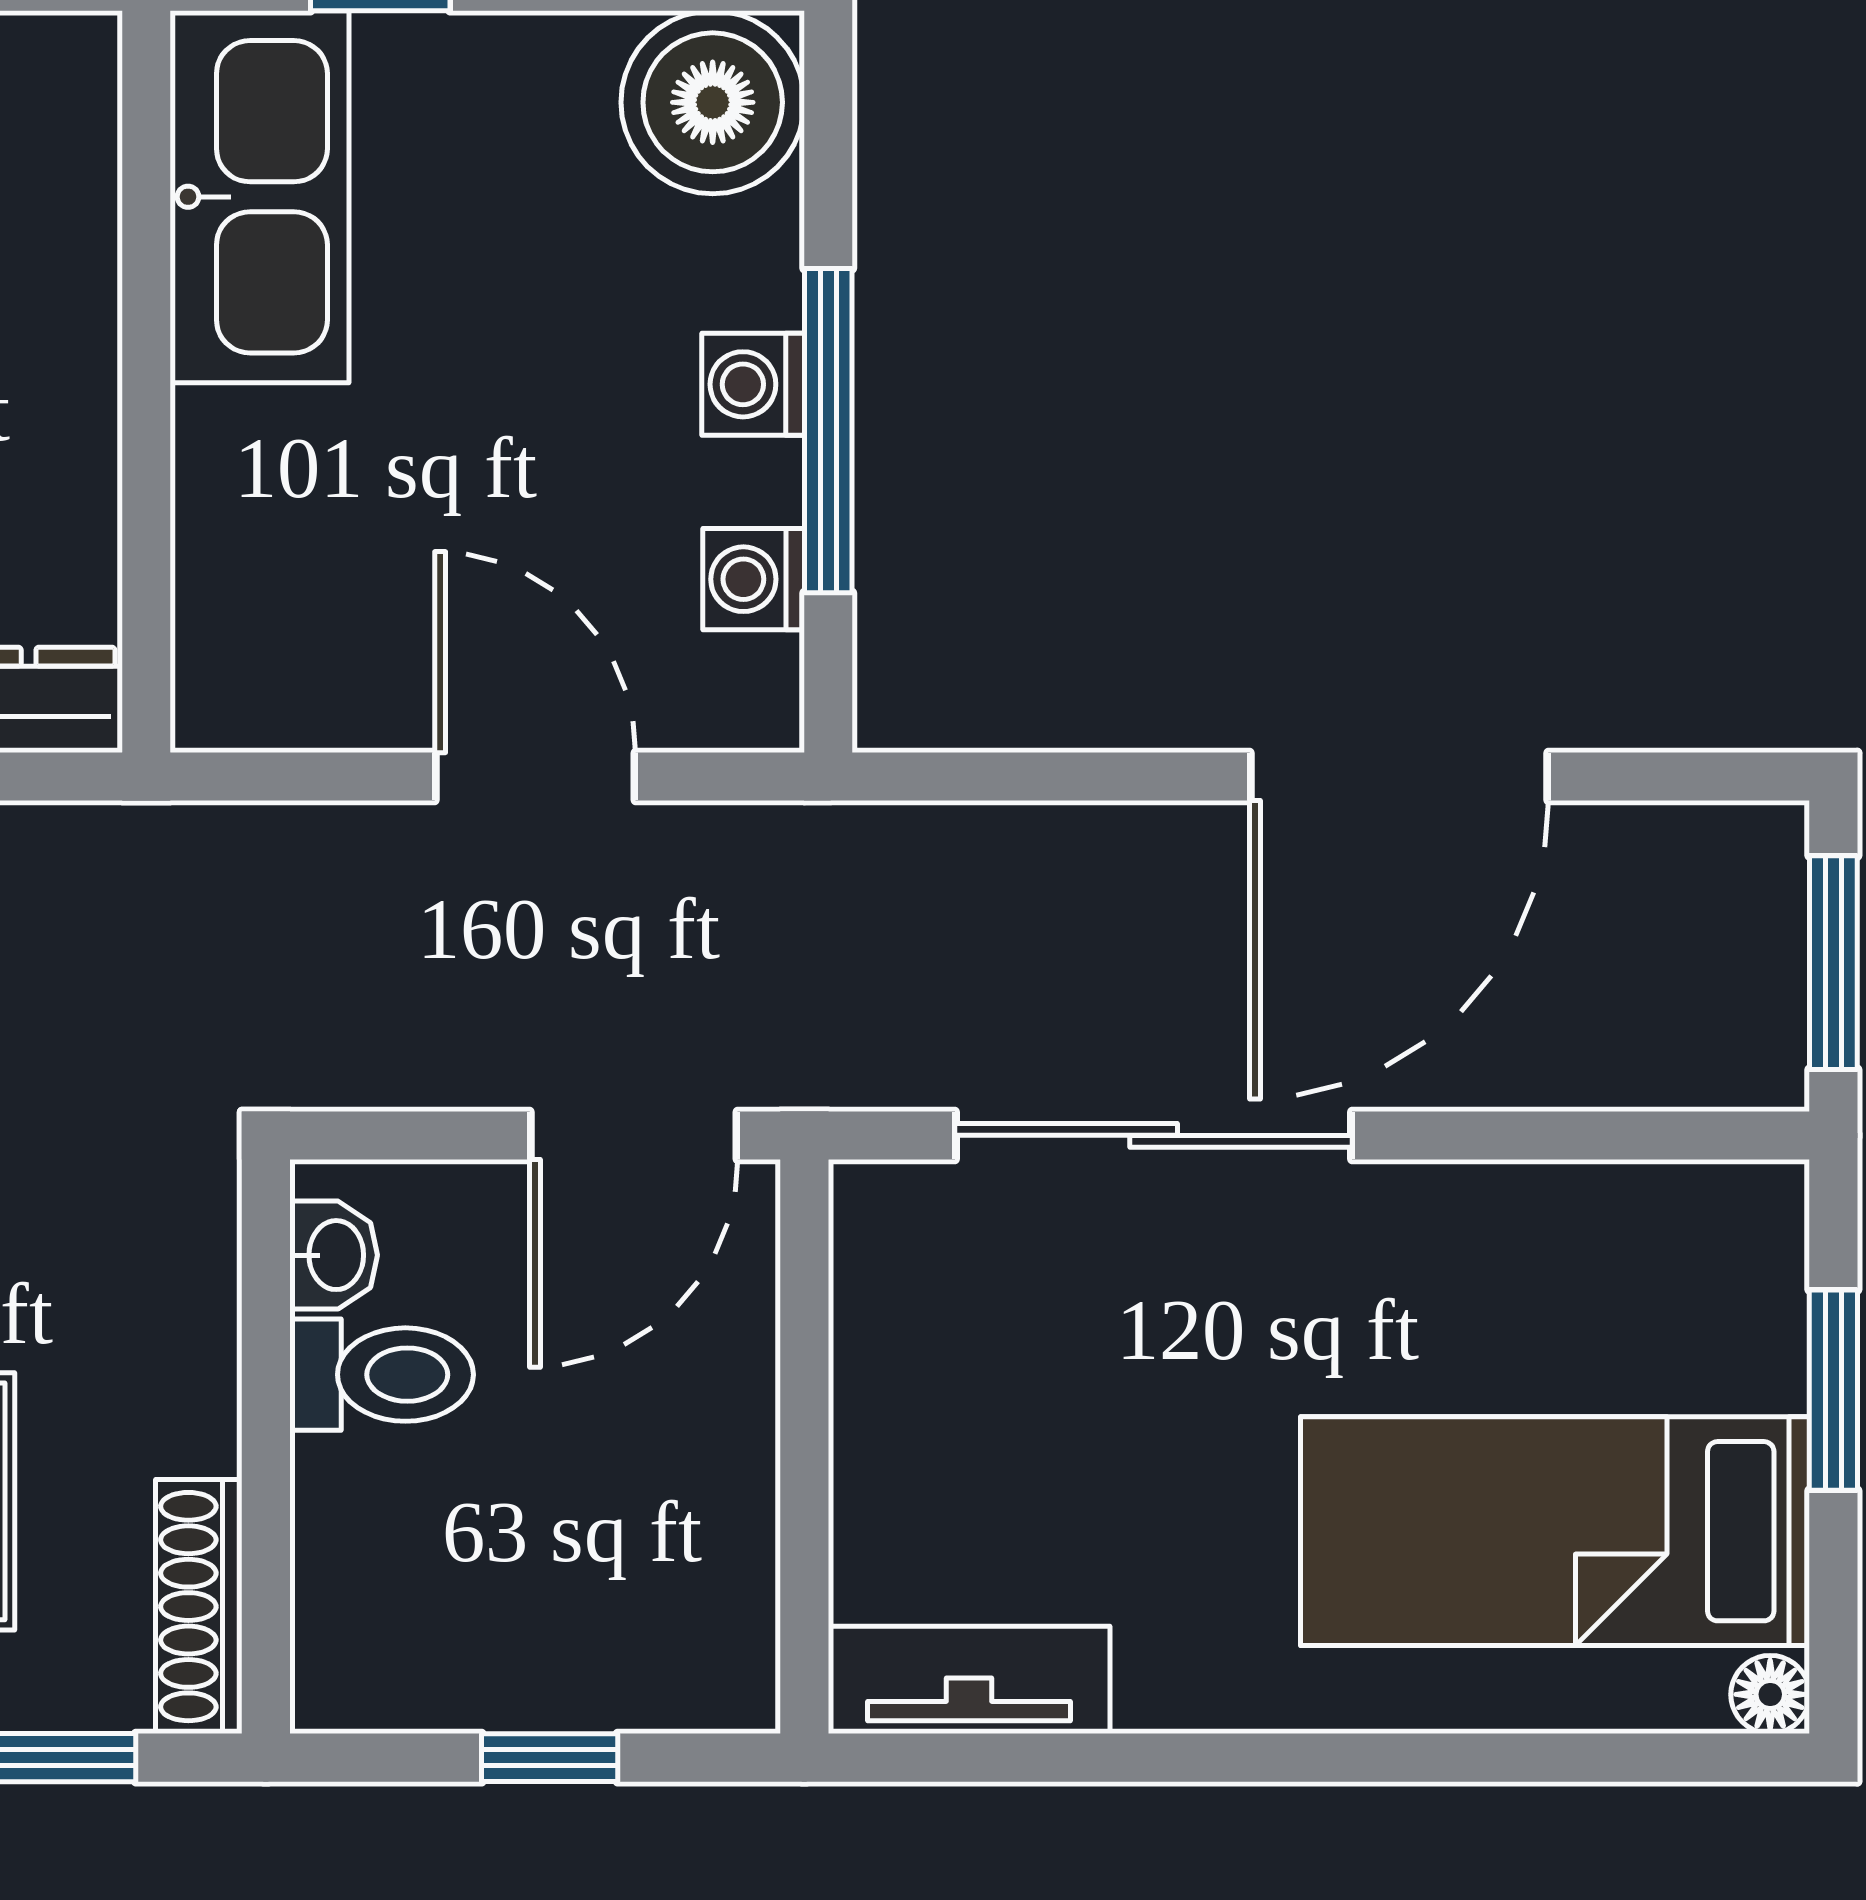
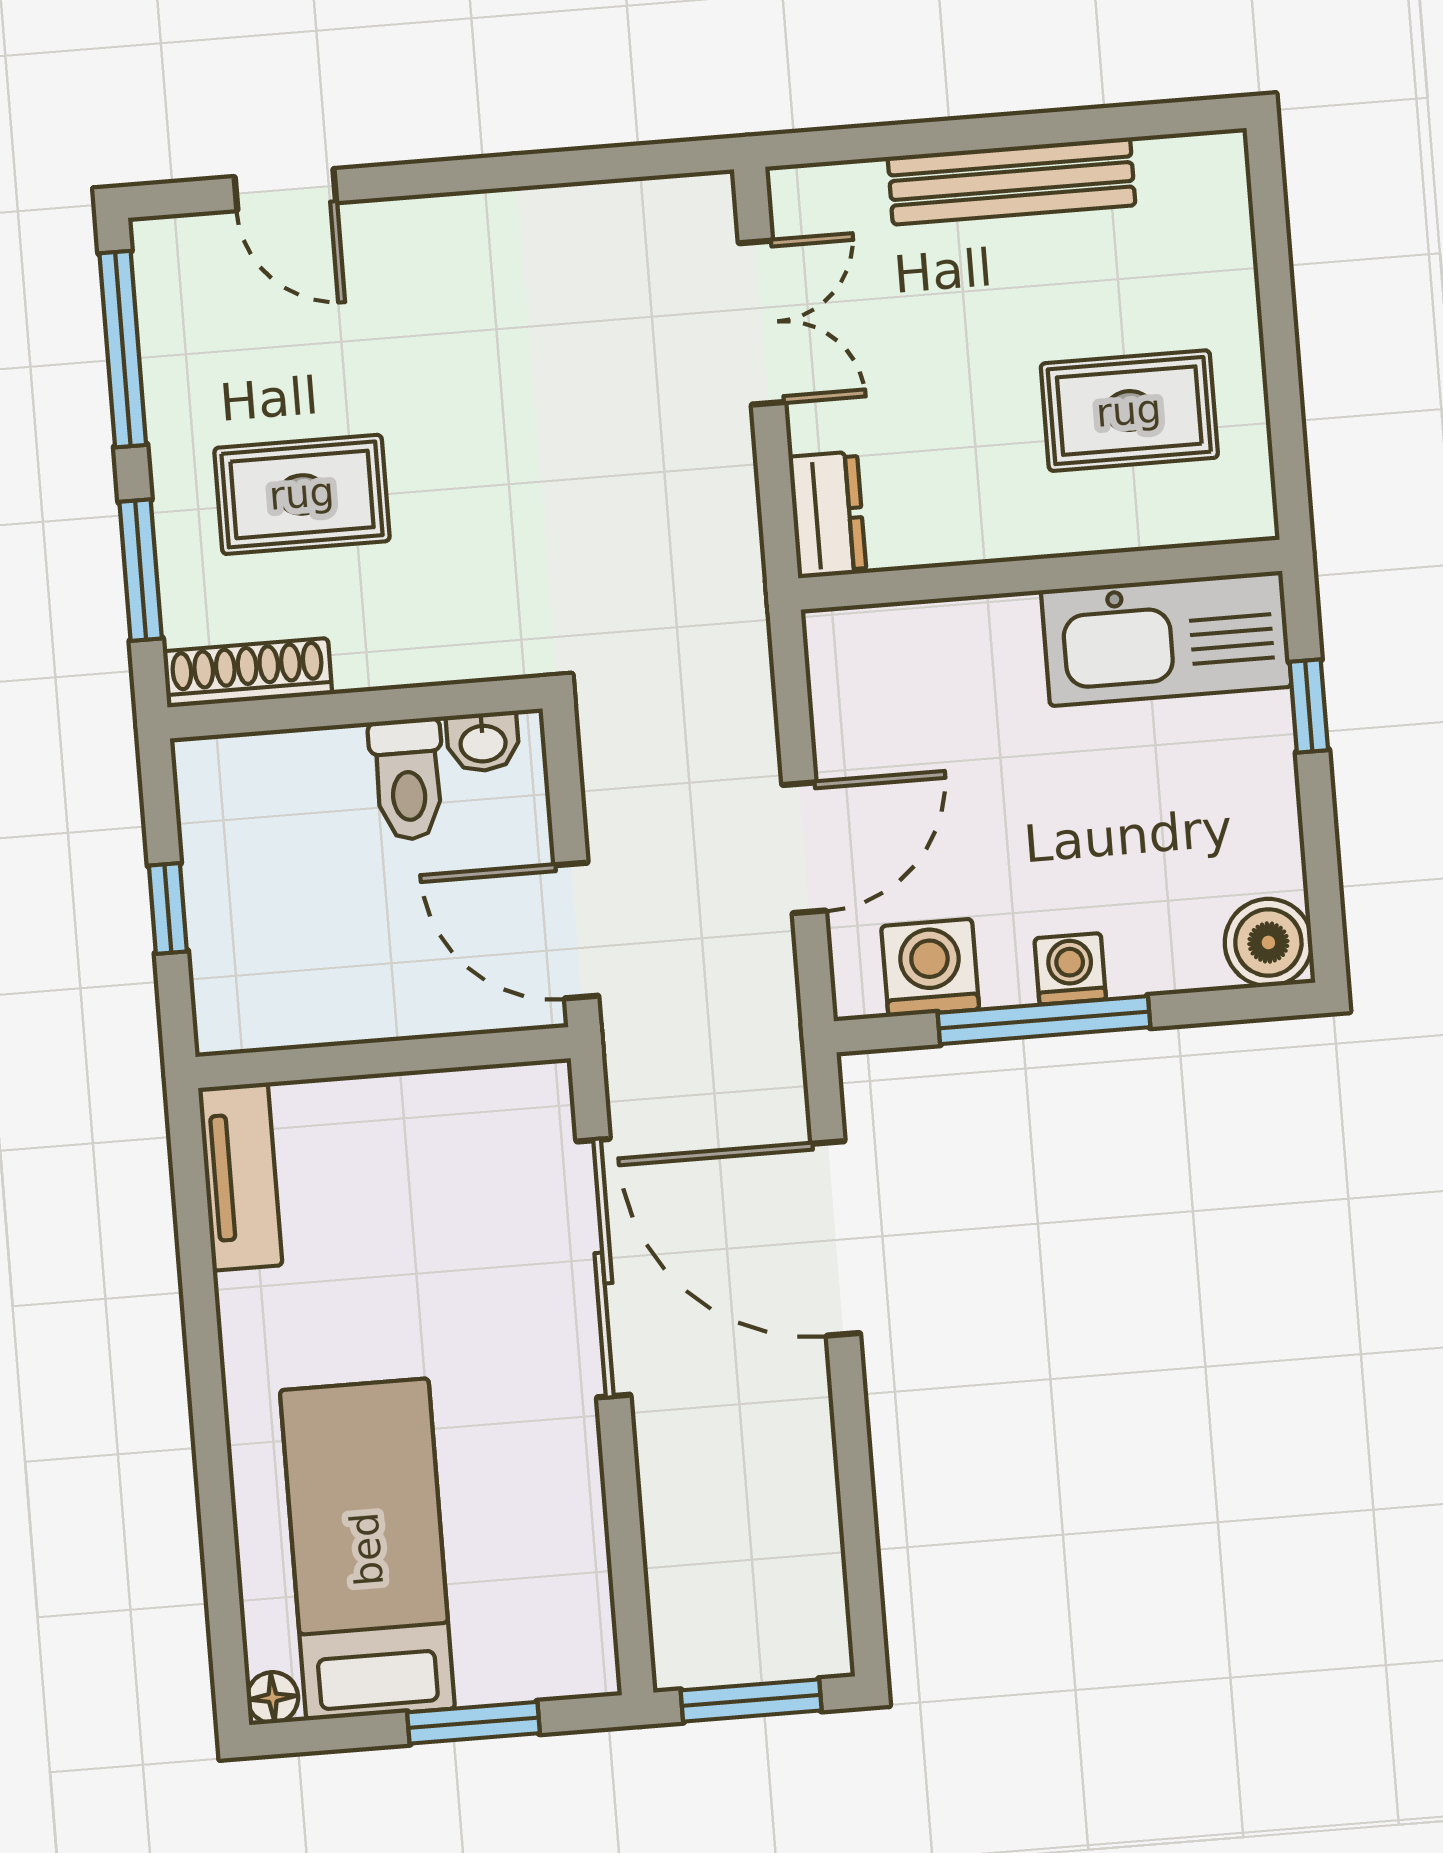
boiler: (713, 102) -> (1268, 943), width x0.73, depth x0.73
washing machine: (754, 579) -> (930, 968), width x1.38, depth x1.38
door: (1399, 776) -> (836, 1238), moved

